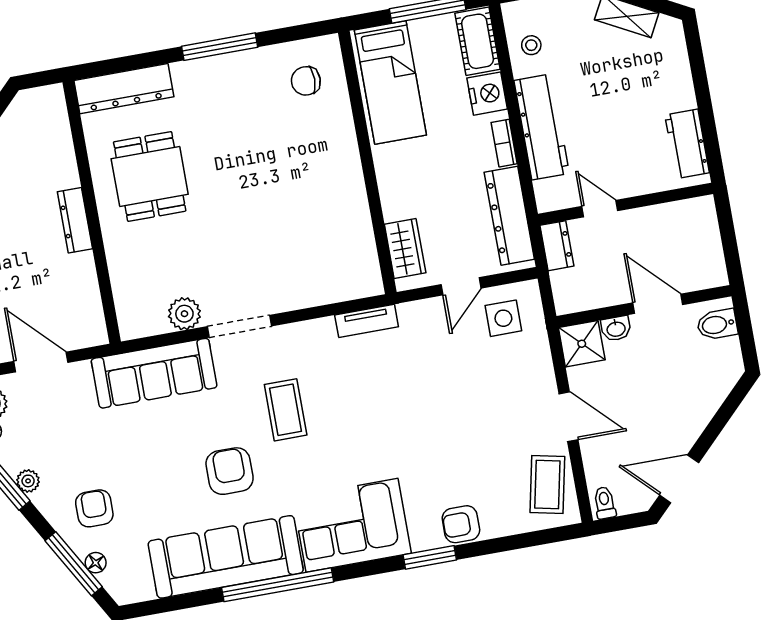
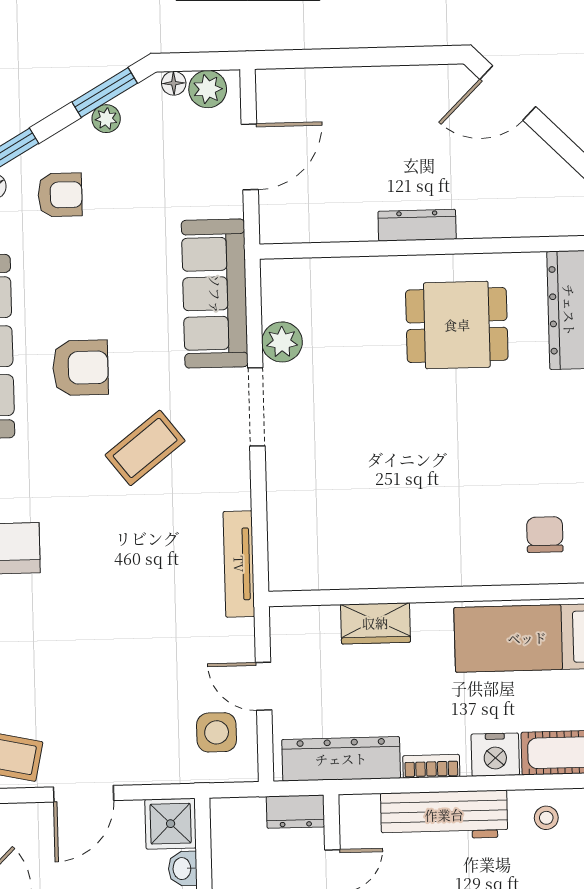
wardrobe: (405, 248) -> (375, 623), moved
tv unit: (367, 321) -> (239, 564), width x1.41
coffee table: (286, 410) -> (145, 448), turned -38

